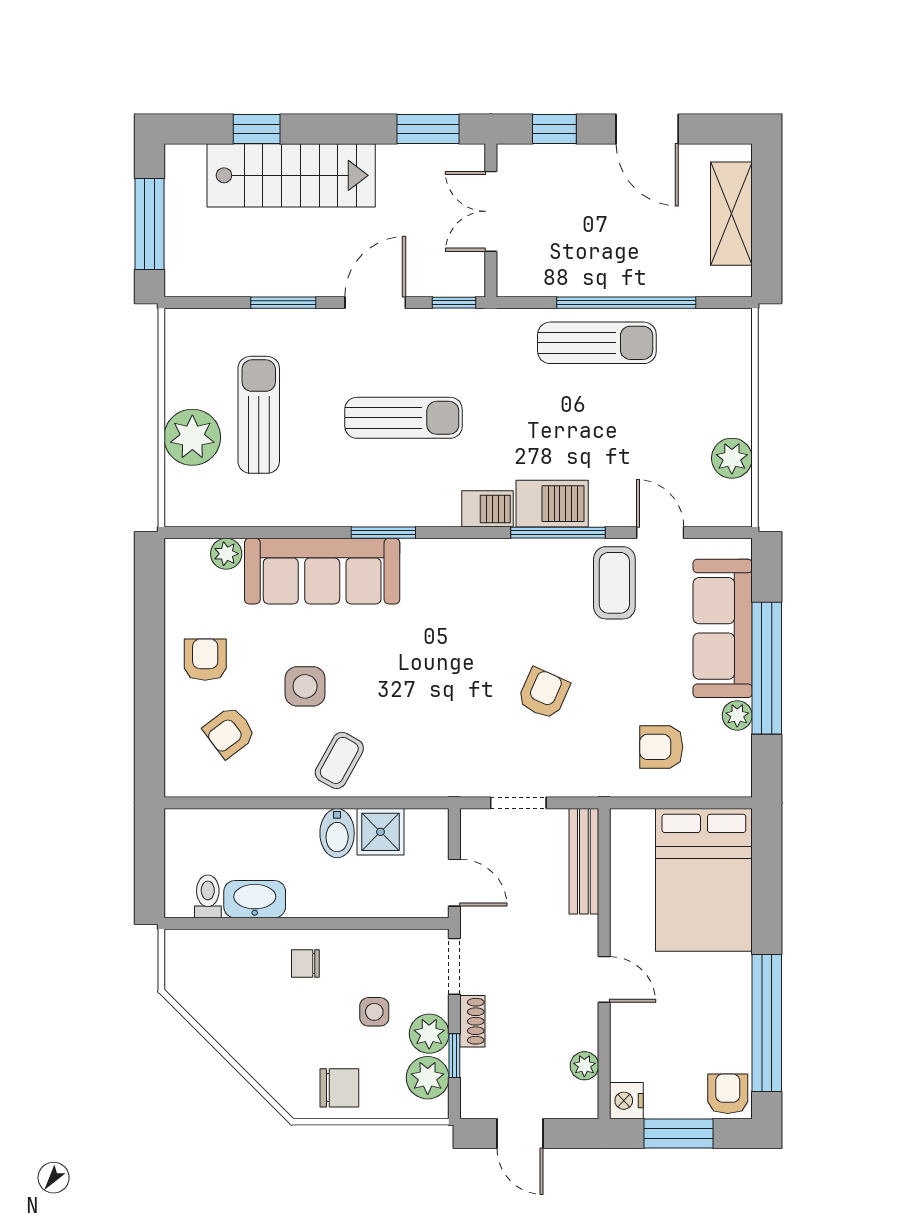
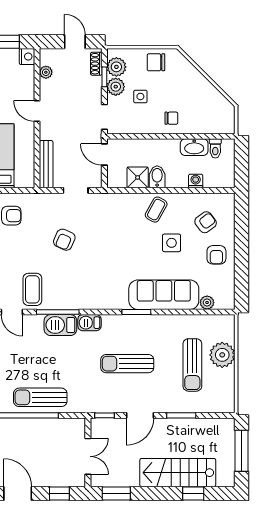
washing machine: (251, 824) -> (196, 181), added
shoe rack: (472, 1021) -> (96, 64), moved

